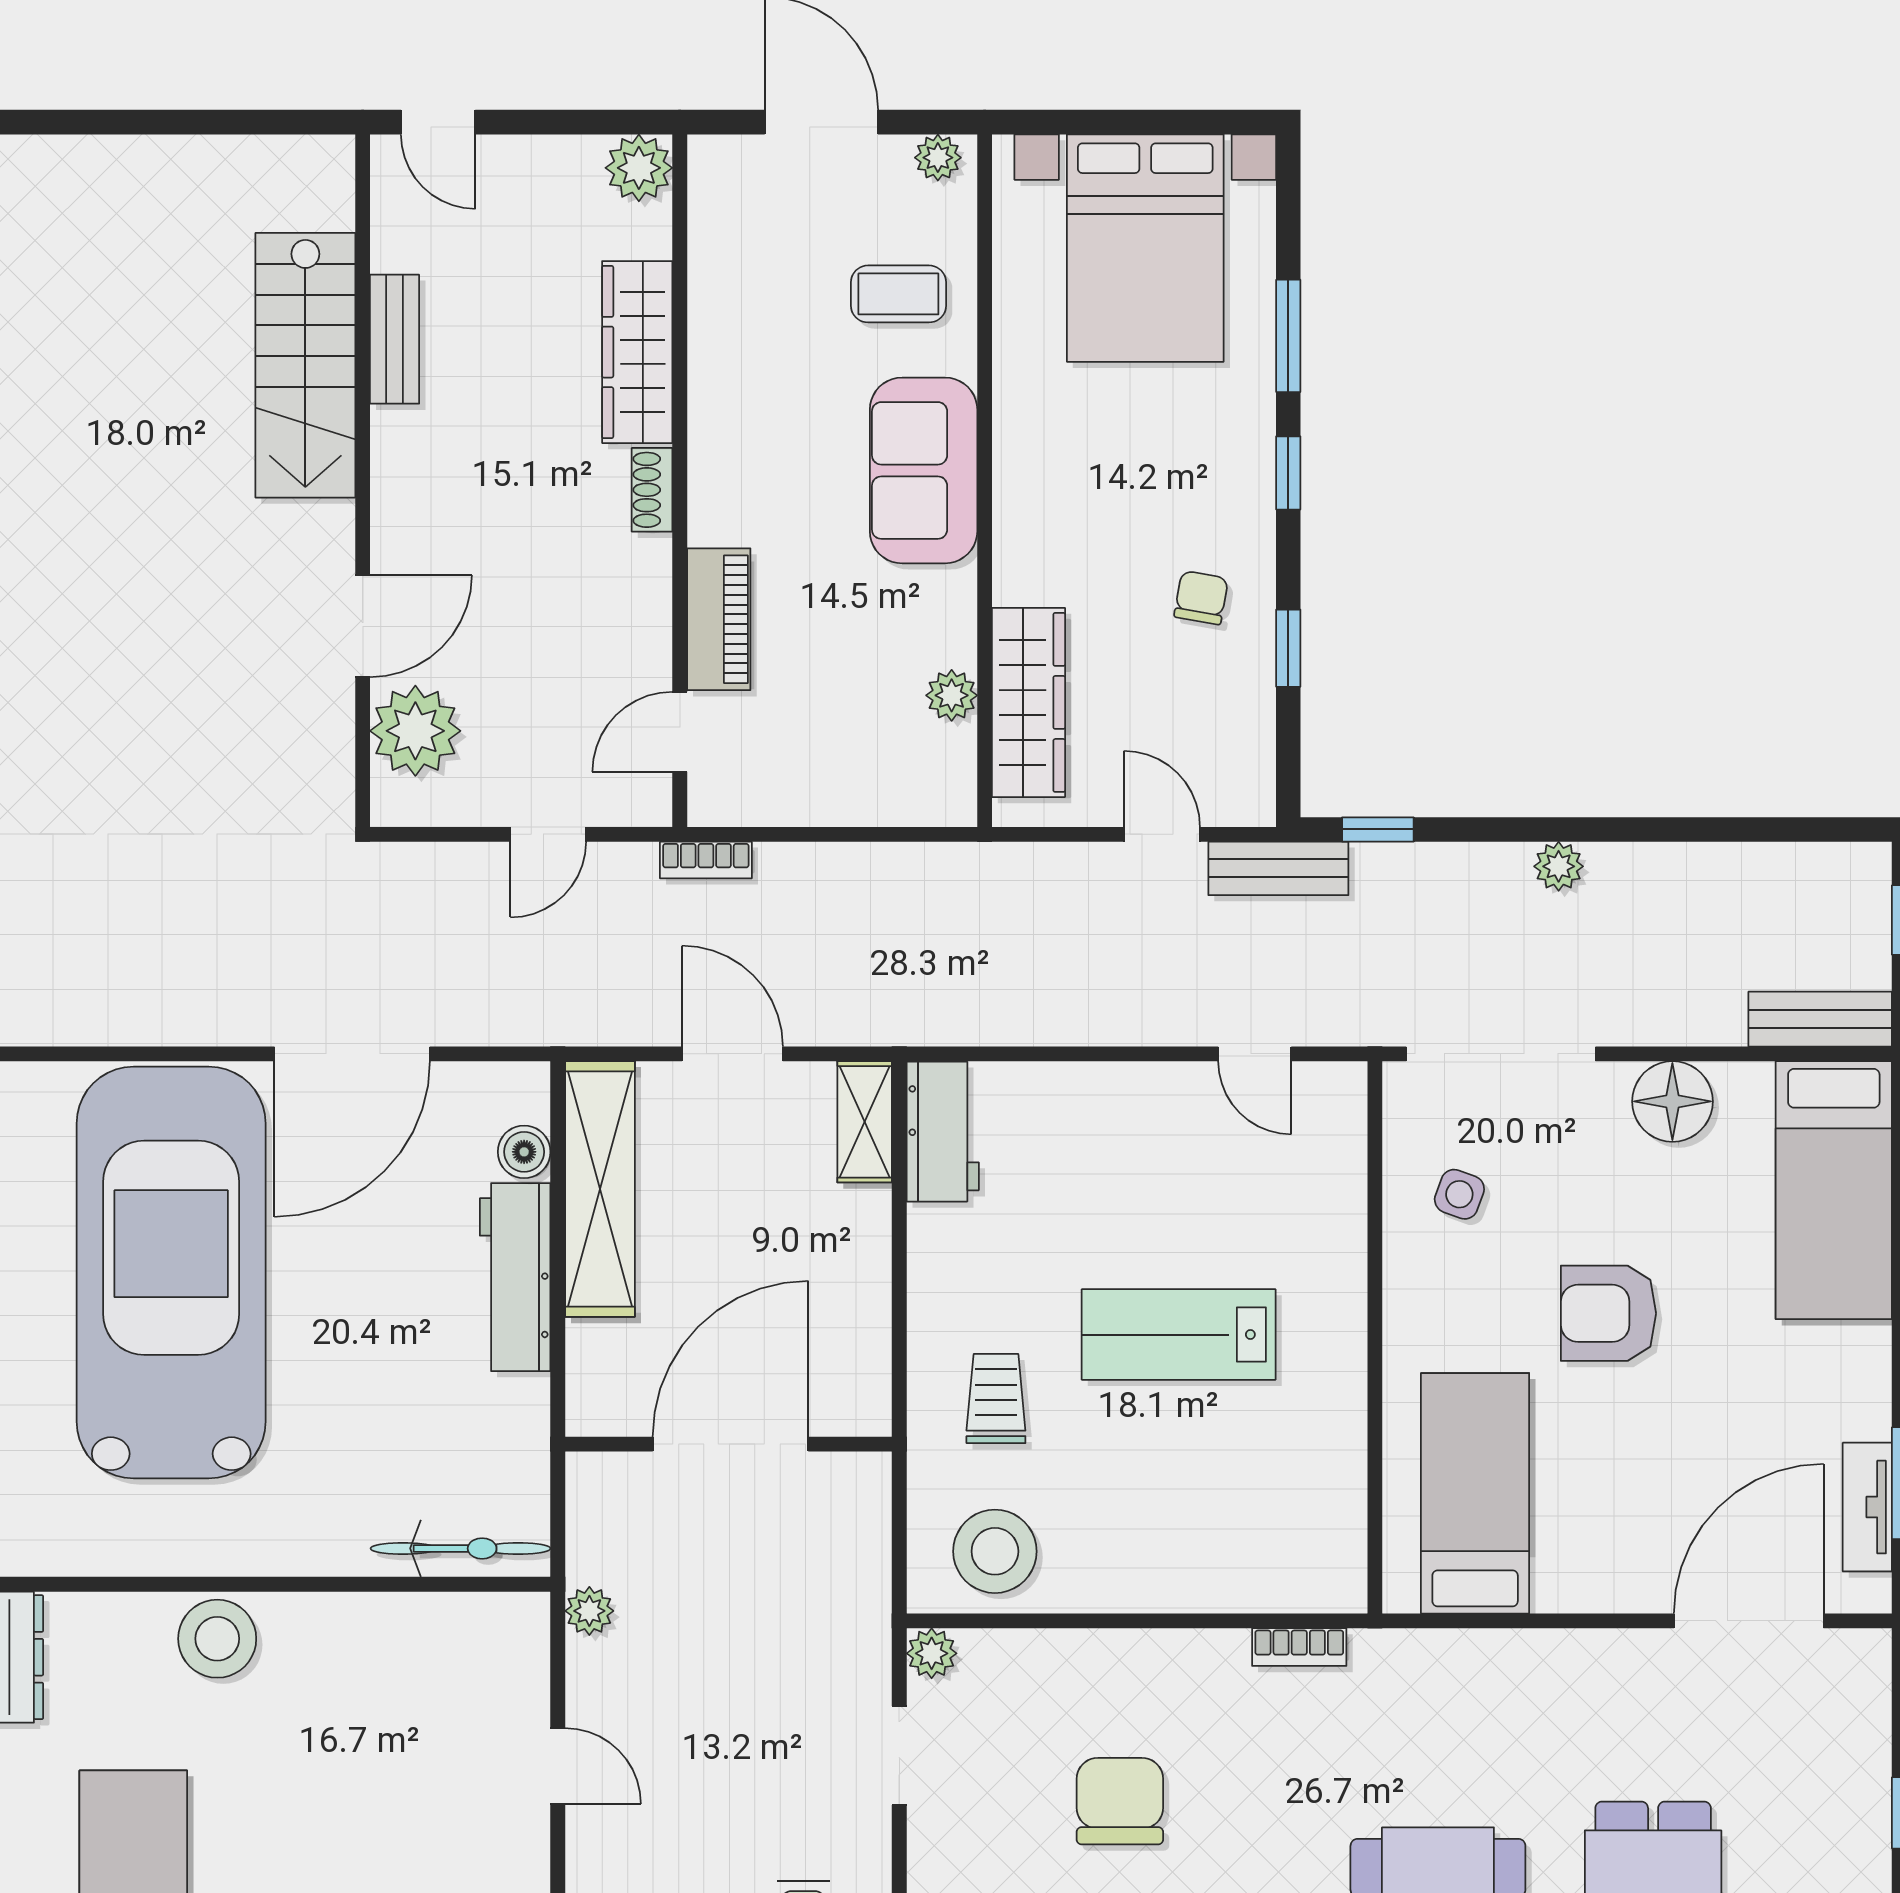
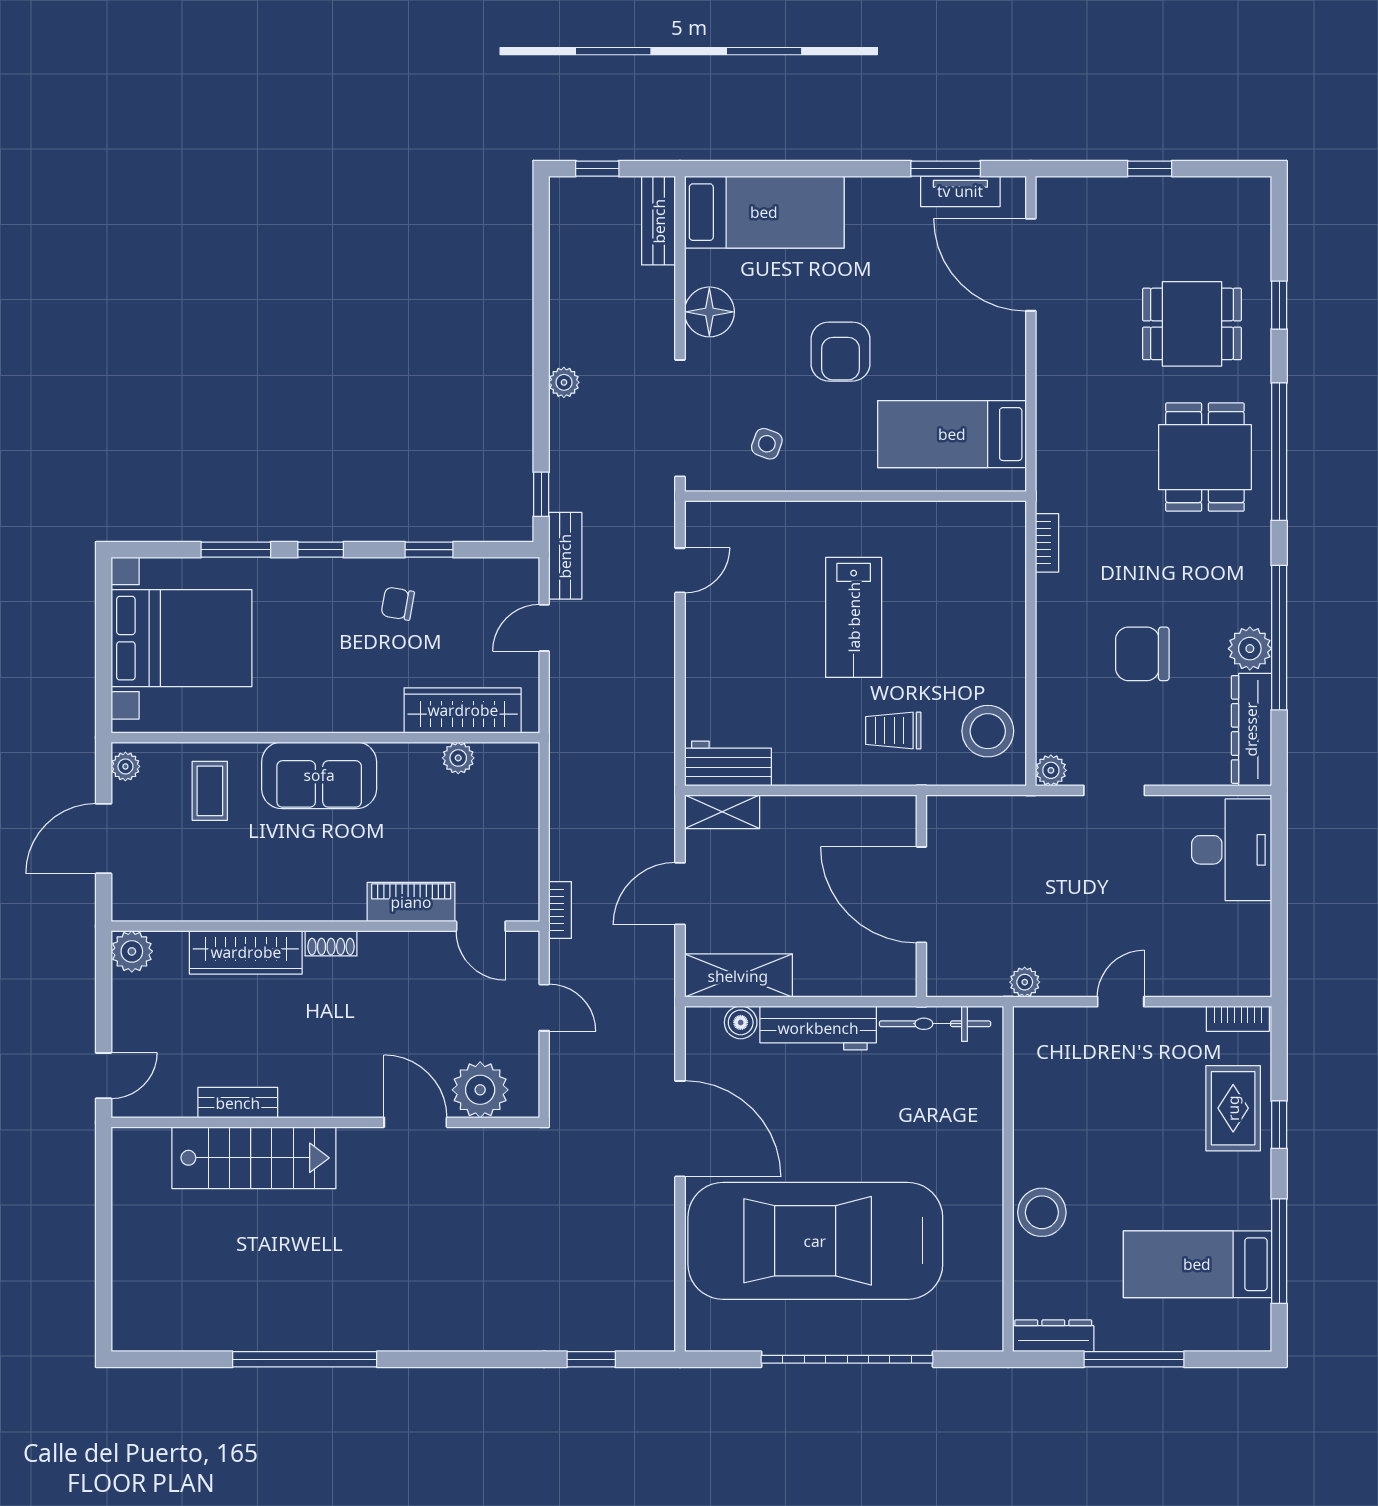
shelving: (600, 1189) -> (738, 976), width x0.68
bicycle: (460, 1548) -> (935, 1024), moved, turned -90

